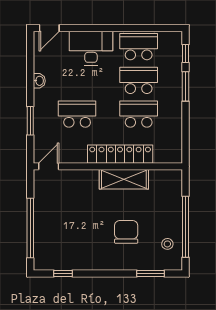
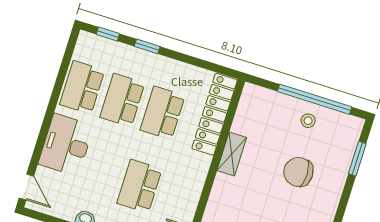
window: (186, 86) -> (147, 46), width x0.67
locker: (120, 154) -> (215, 114), moved
shelving: (124, 179) -> (232, 154), width x0.67, depth x0.75
stool: (167, 244) -> (308, 121), moved

